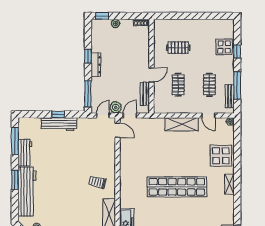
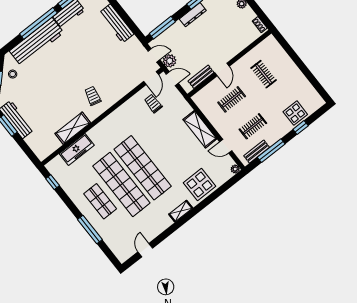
door: (151, 75) -> (222, 70), hinge flipped
window: (58, 114) -> (124, 16), removed
door: (208, 115) -> (226, 146), hinge flipped
trolley: (137, 143) -> (153, 103), added
window: (15, 180) -> (38, 23), width x2.11
shop shelf: (177, 211) -> (121, 184), added

